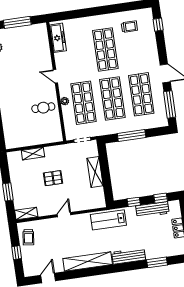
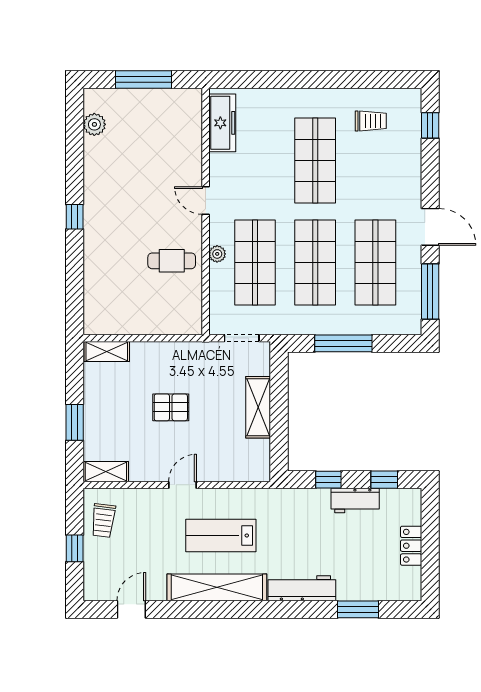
shelving: (33, 154) -> (107, 352), moved
workbench: (152, 210) -> (355, 501), width x0.73
lab bench: (108, 220) -> (221, 535), moved

